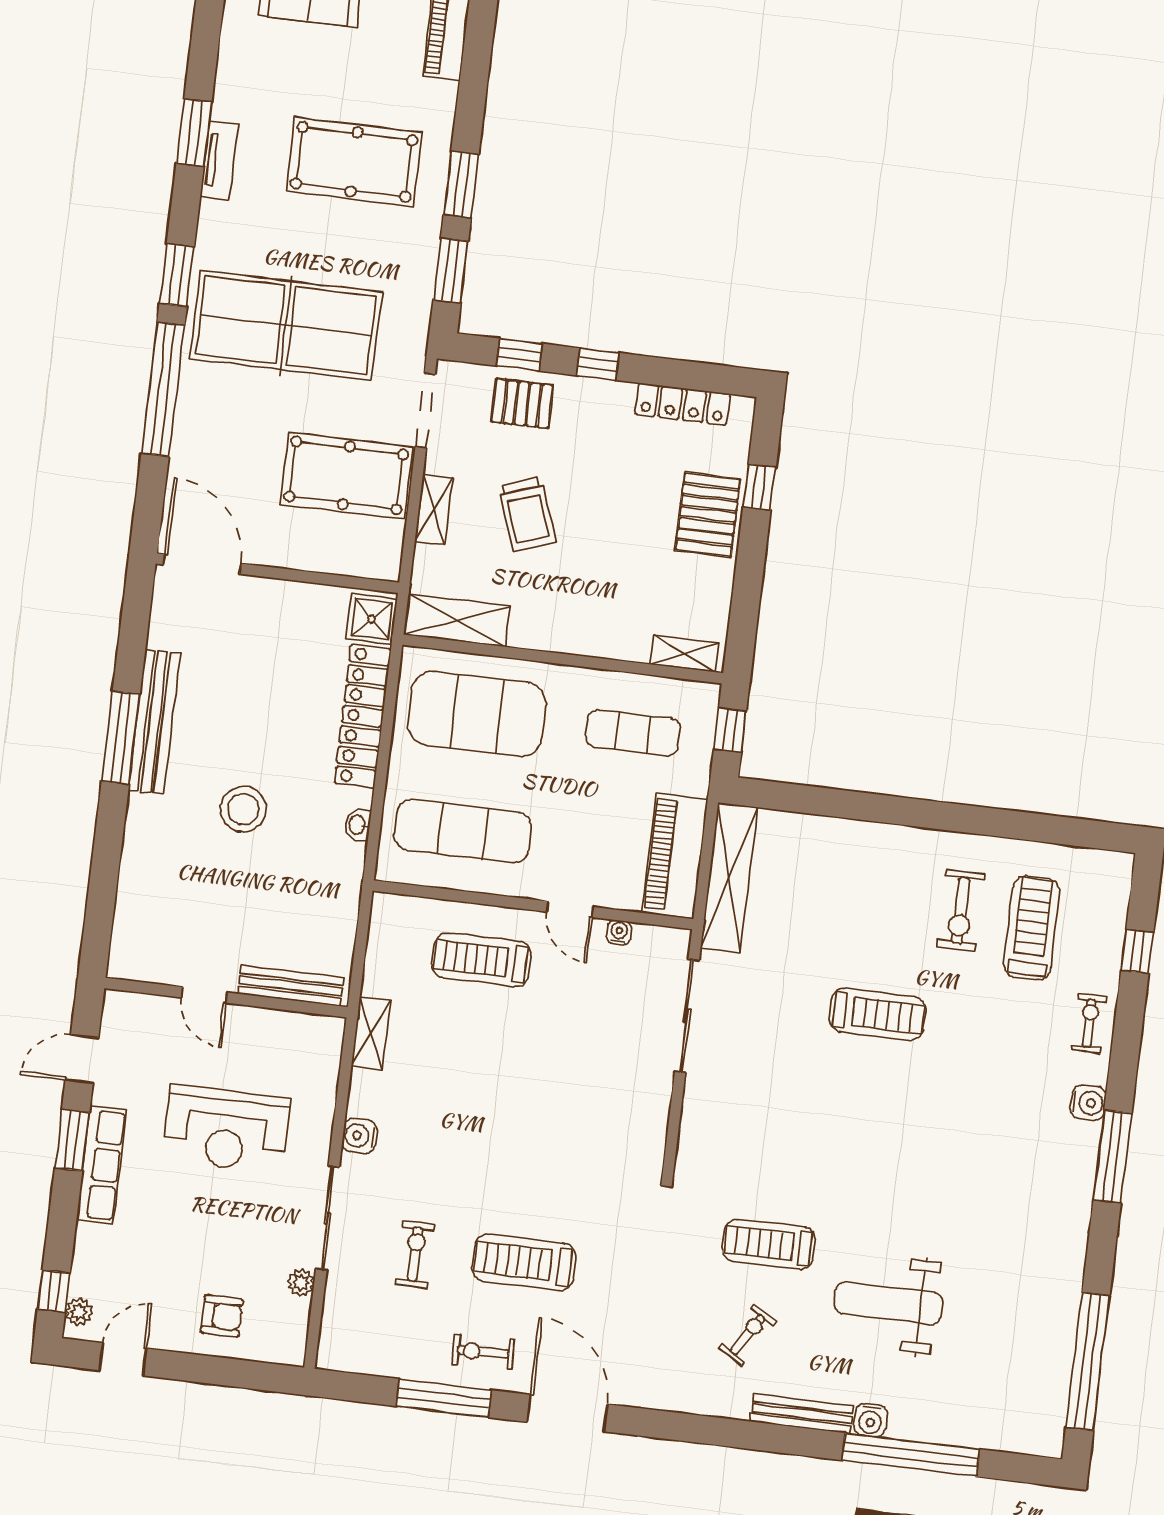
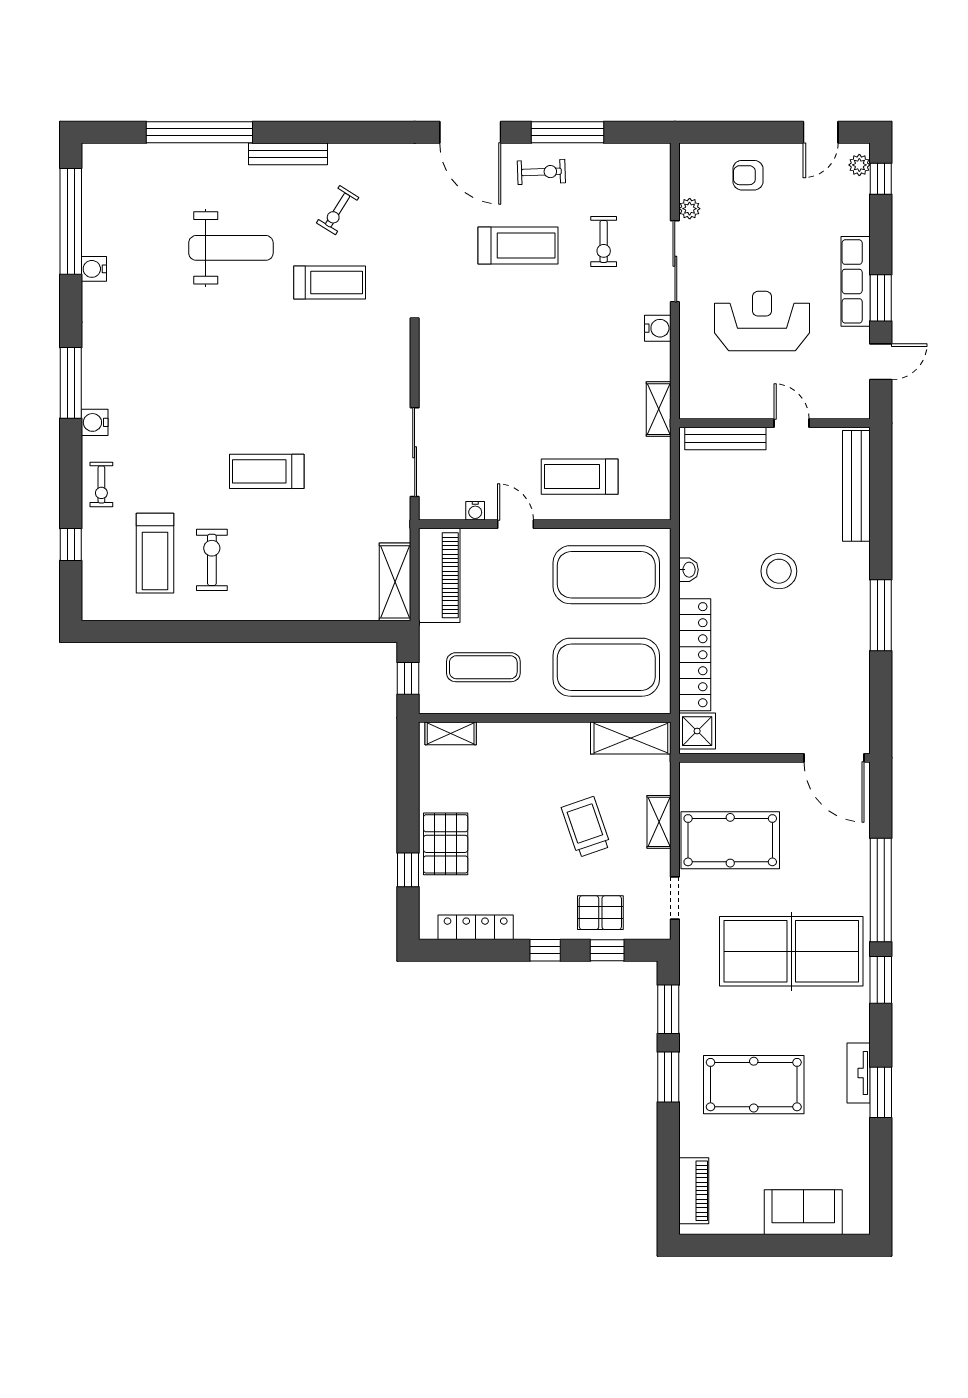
doorway: (425, 411) -> (675, 898), width x0.73
bench: (154, 722) -> (856, 486), moved
exercise mat: (463, 831) -> (606, 575), width x1.47
shelving: (729, 878) -> (395, 582), width x0.68
treadmill: (481, 960) -> (580, 477), turned 180
water cooler: (871, 1420) -> (94, 269), moved, turned -90

